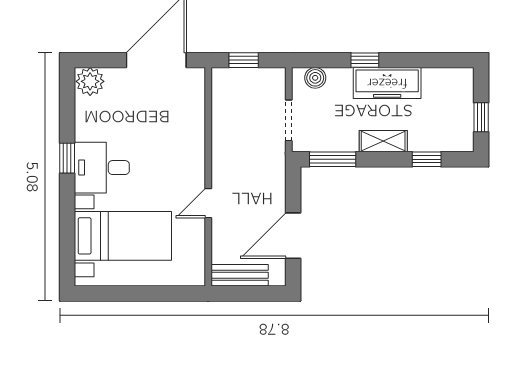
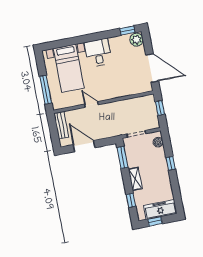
freezer: (387, 83) -> (160, 210), moved, turned 90
window: (67, 158) -> (127, 31), moved
window: (158, 293) -> (46, 90), added

